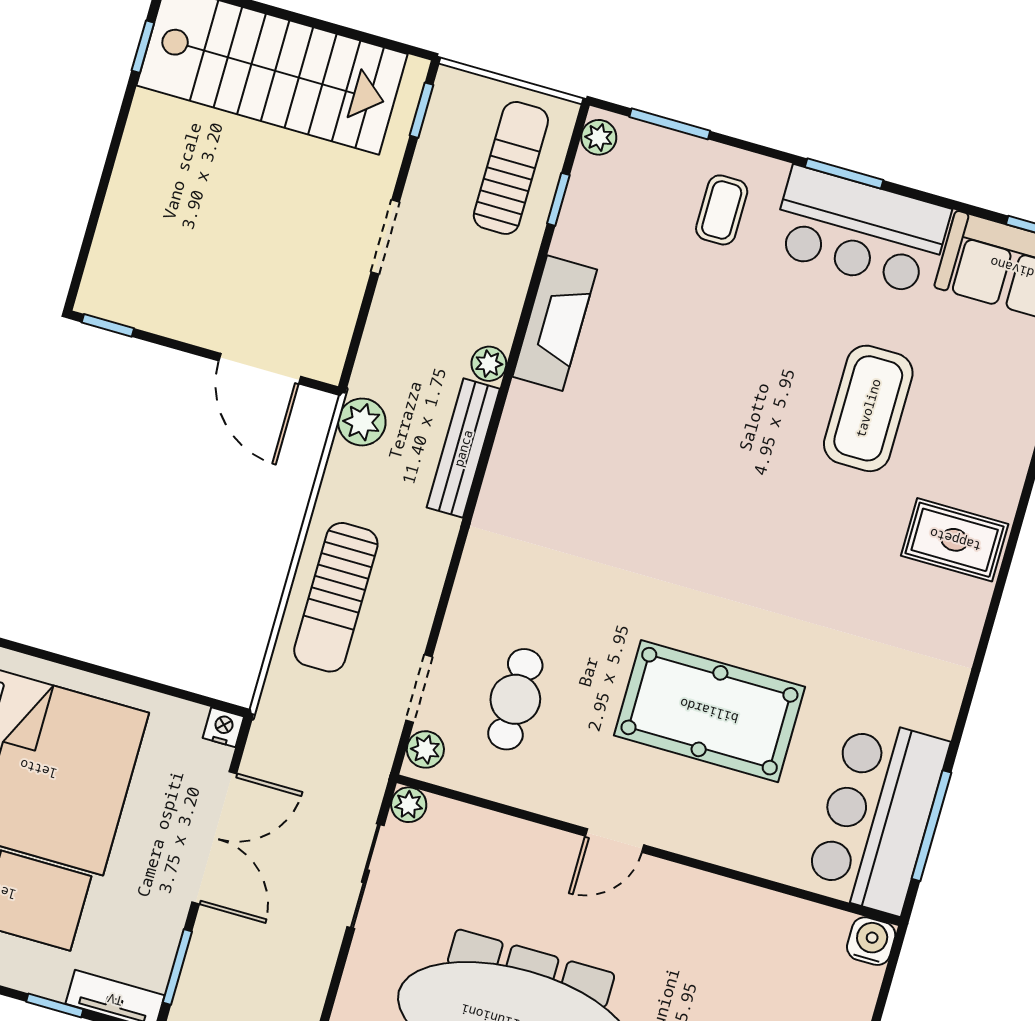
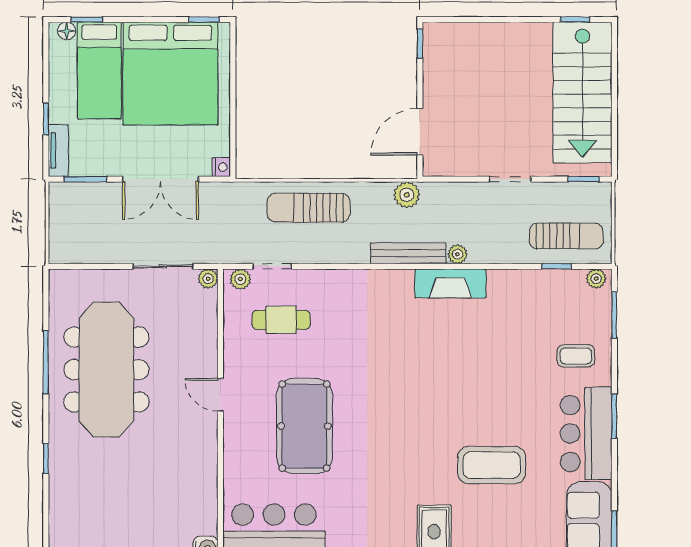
fireplace: (555, 323) -> (450, 283), moved

